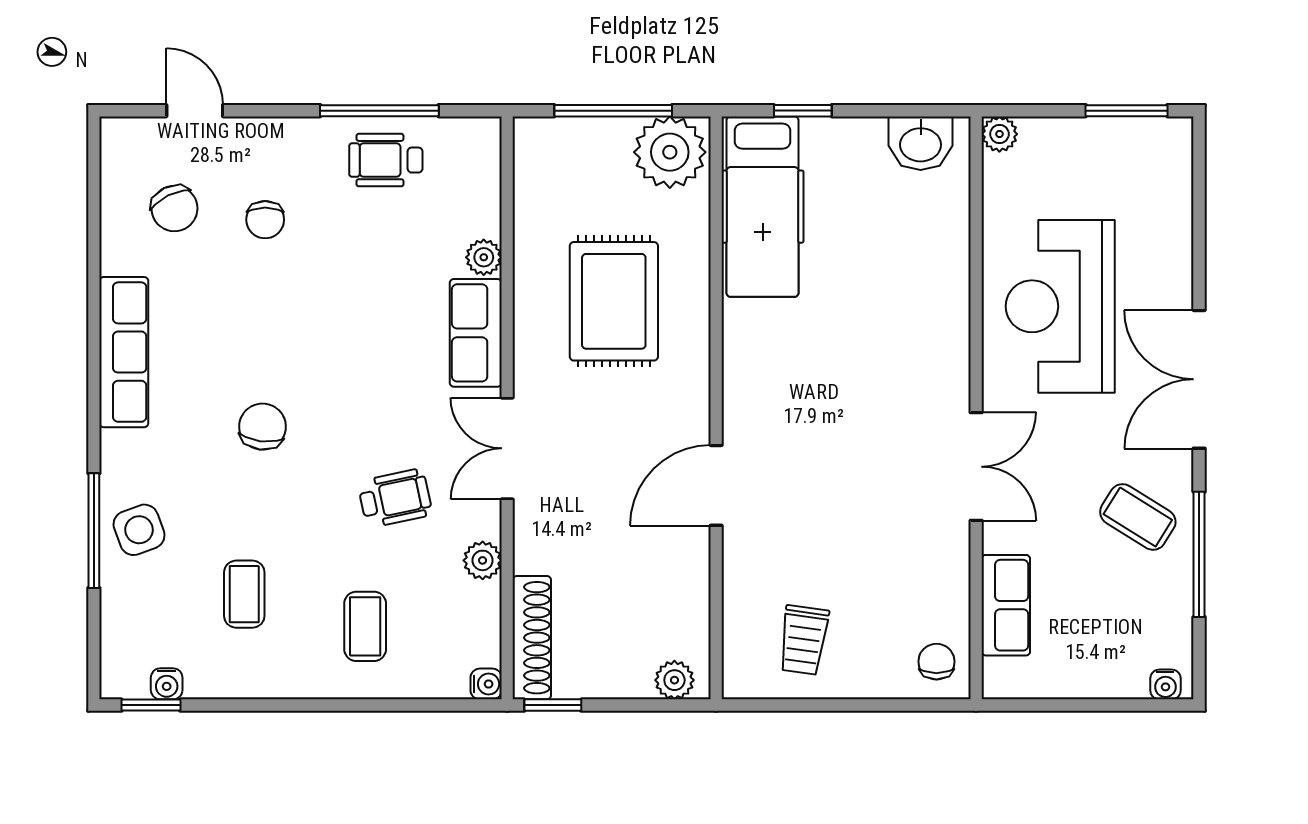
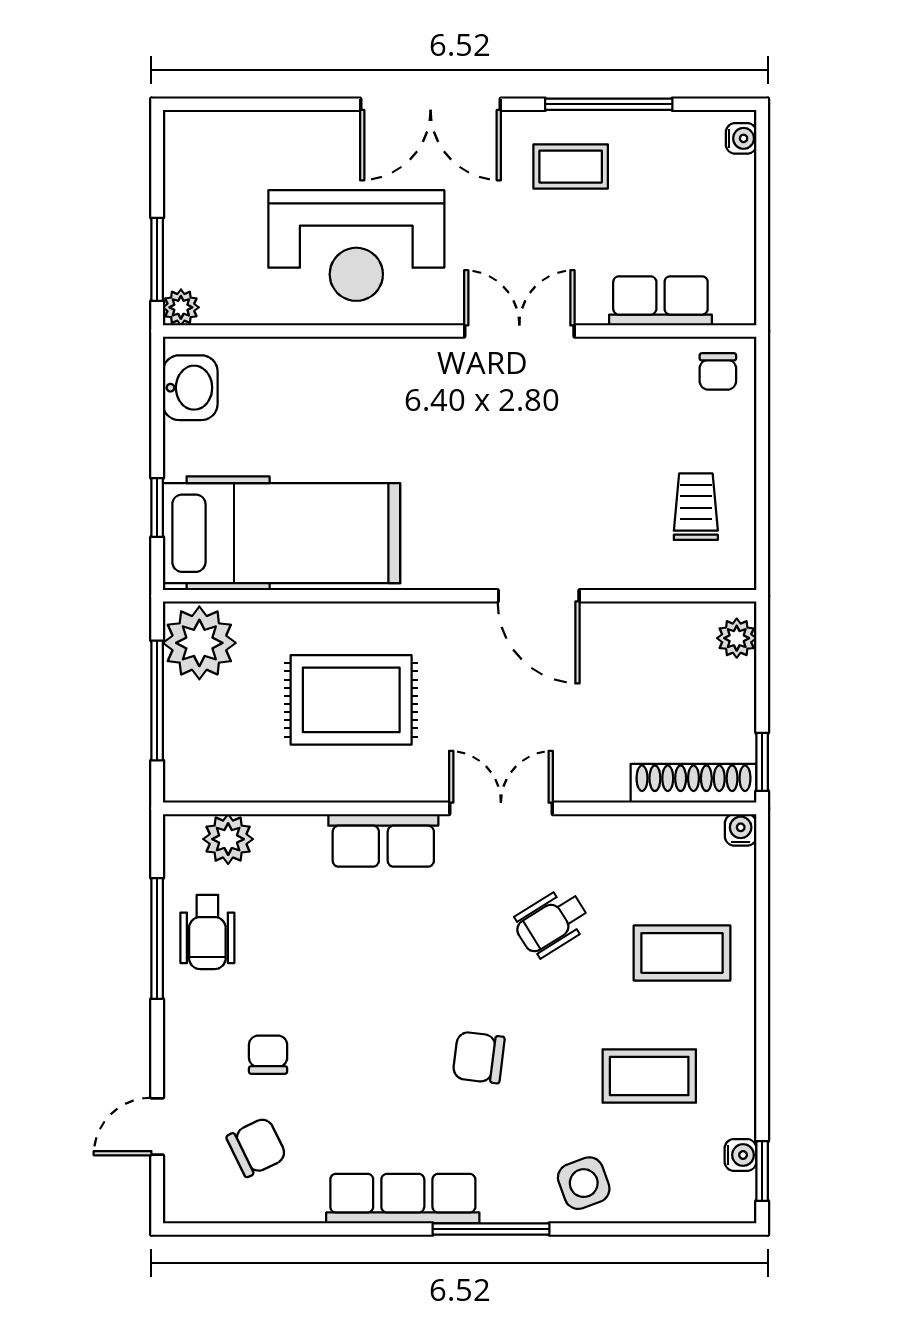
window: (1126, 111) -> (157, 259), moved
hospital bed: (763, 207) -> (281, 533), width x1.37, depth x1.29
chair: (265, 220) -> (268, 1055), turned -90
plant: (484, 257) -> (228, 839), moved, width x1.38, depth x1.38
double door: (507, 448) -> (501, 808), swing flipped
wheelchair: (395, 498) -> (552, 923), turned -110
coffee table: (1138, 517) -> (571, 167), turned 58
window: (94, 531) -> (491, 1229), moved
plant: (483, 560) -> (615, 833), removed
coffee table: (244, 594) -> (649, 1076), width x1.36, depth x1.30
coffee table: (365, 626) -> (682, 953), width x1.36, depth x1.30
trolley: (804, 640) -> (696, 507), turned -98
chair: (936, 662) -> (718, 371), turned -90

